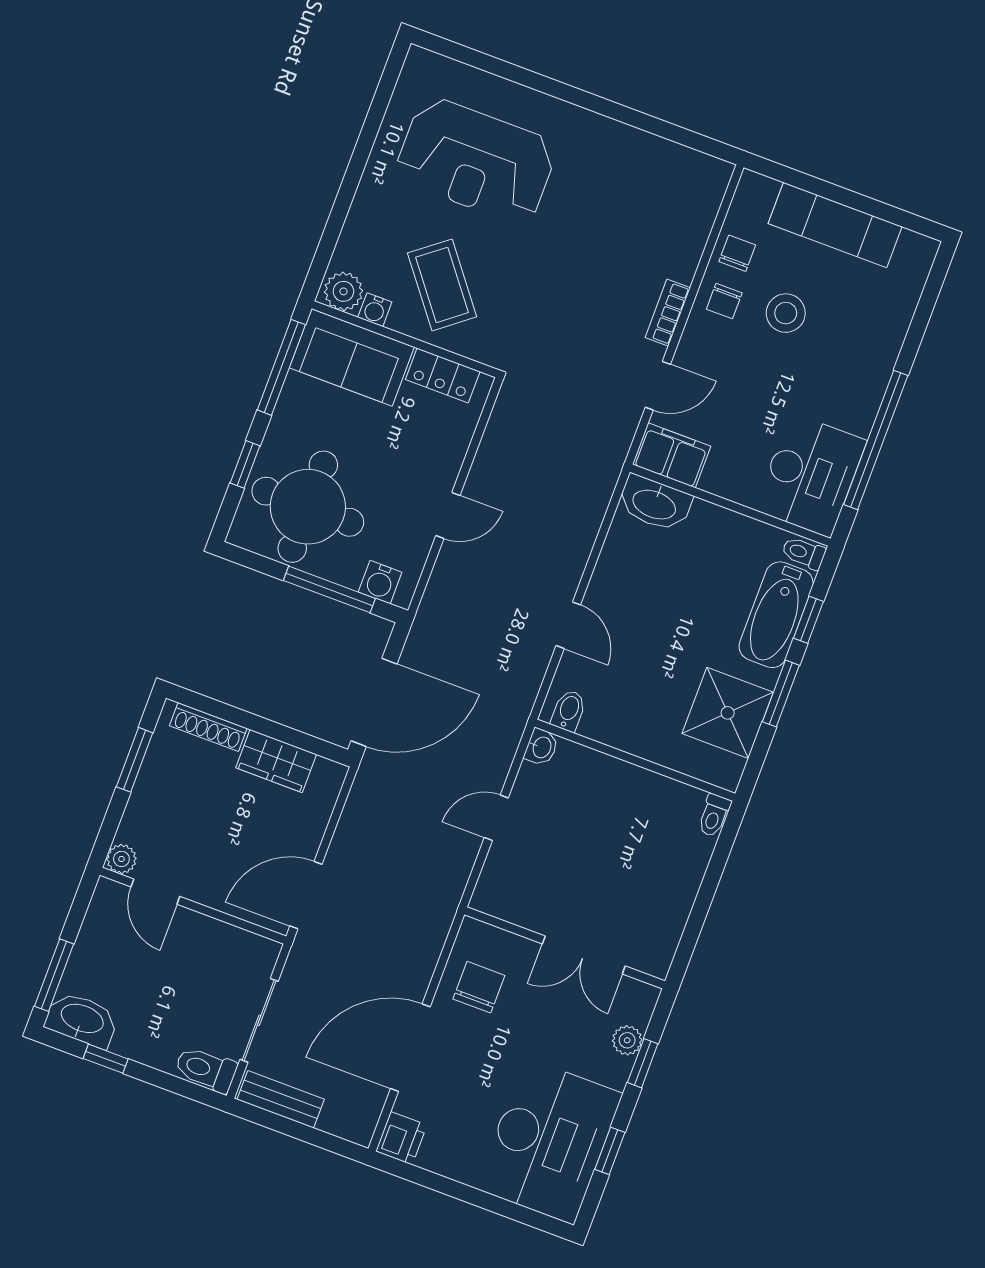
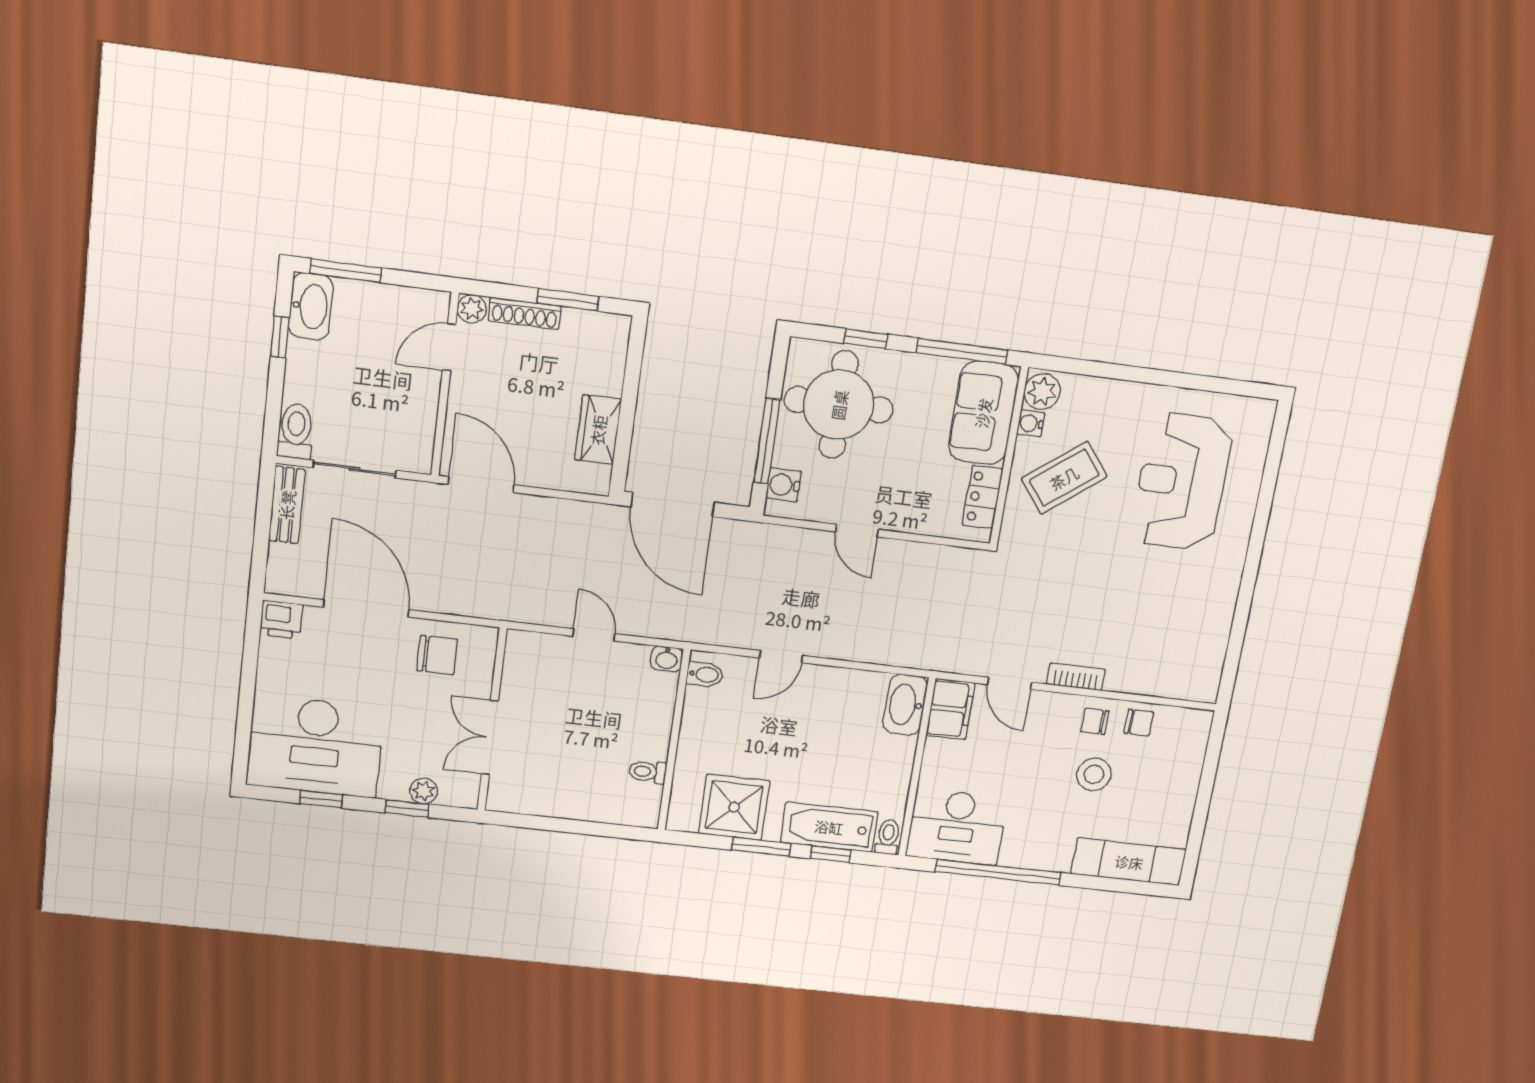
exam couch: (835, 225) -> (1129, 862), moved, turned 90
shoe rack: (208, 727) -> (525, 313), moved, turned -90
toilet: (714, 815) -> (648, 772), moved

